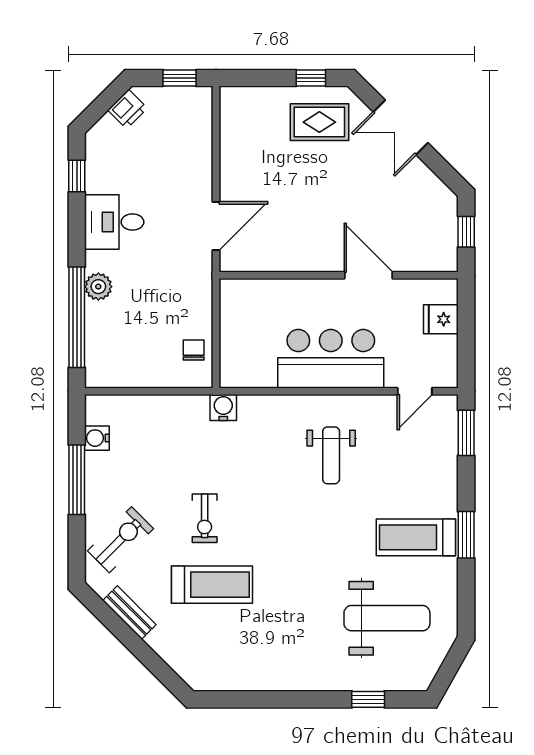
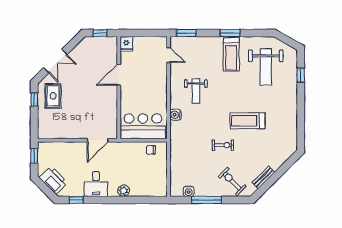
printer: (128, 109) -> (53, 180), width x1.87, depth x1.48
door: (216, 226) -> (98, 140), swing flipped
window: (77, 317) -> (137, 200), removed
fridge: (441, 319) -> (126, 44), moved
bar counter: (331, 359) -> (143, 126), moved, turned 90
water cooler: (223, 408) -> (175, 115), moved
weight bench: (331, 455) -> (196, 91), turned 90
treadmill: (212, 585) -> (247, 121), moved, turned -90
weight bench: (387, 618) -> (266, 67), turned 180

